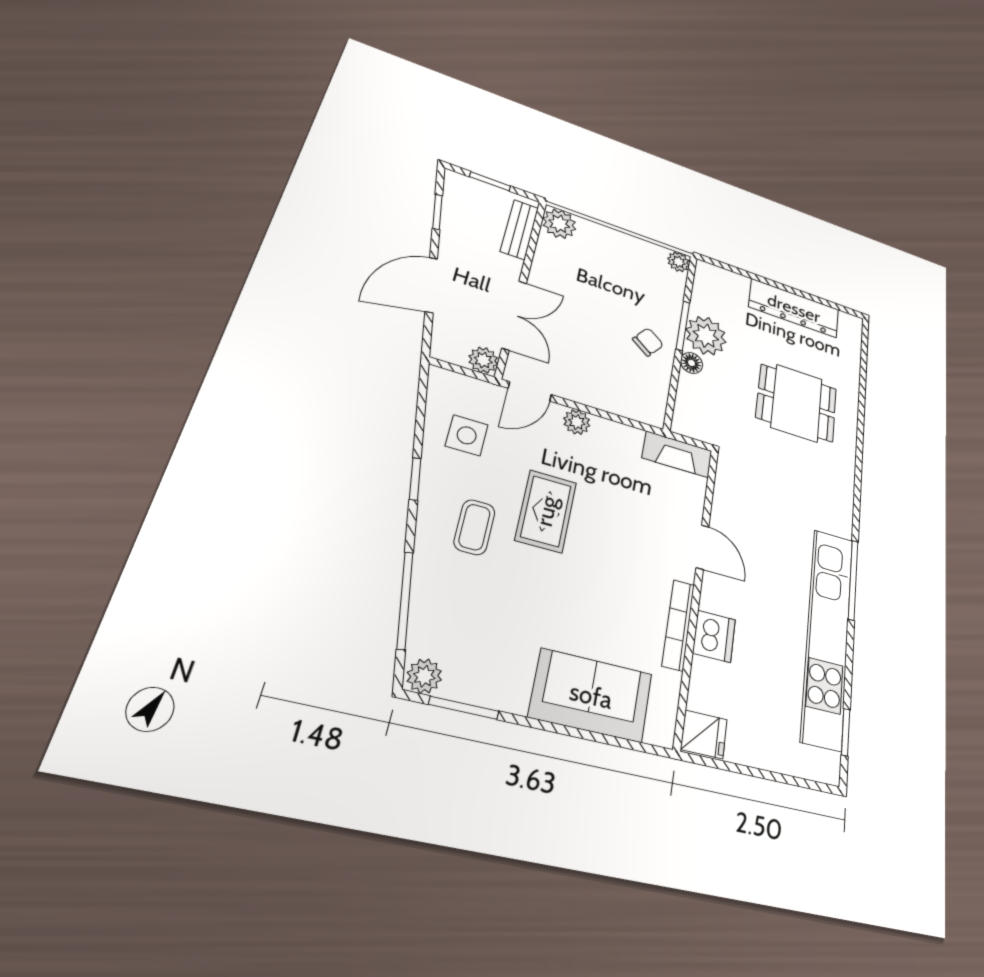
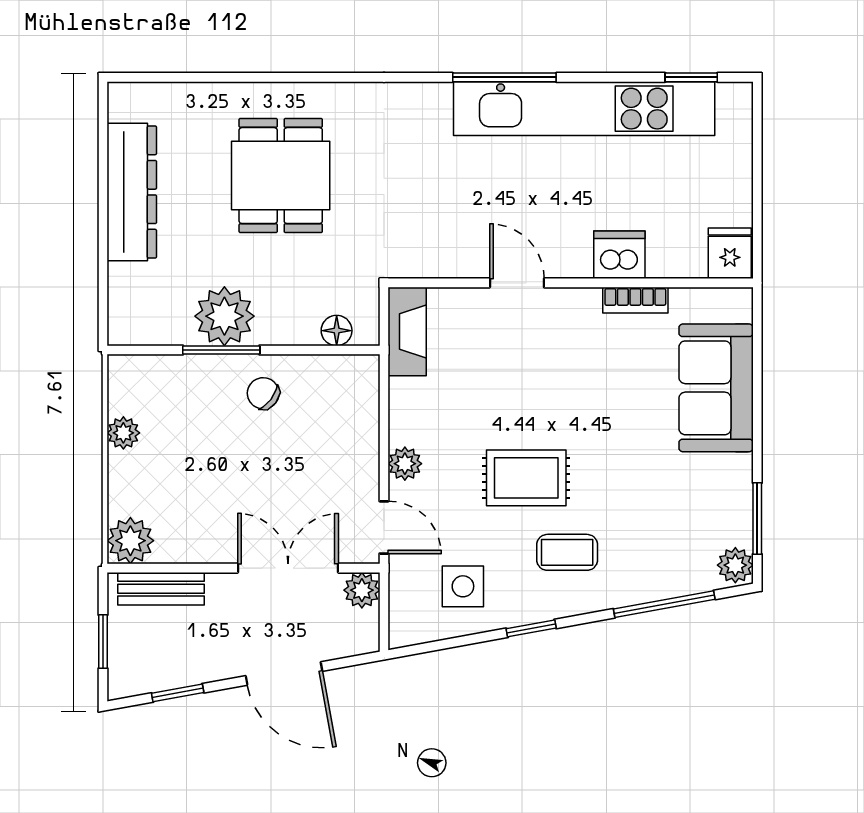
plant: (678, 262) -> (123, 433), moved
floor lamp: (692, 363) -> (337, 331), moved
door: (702, 547) -> (517, 283), hinge flipped
bookcase: (678, 625) -> (635, 300), width x0.64

